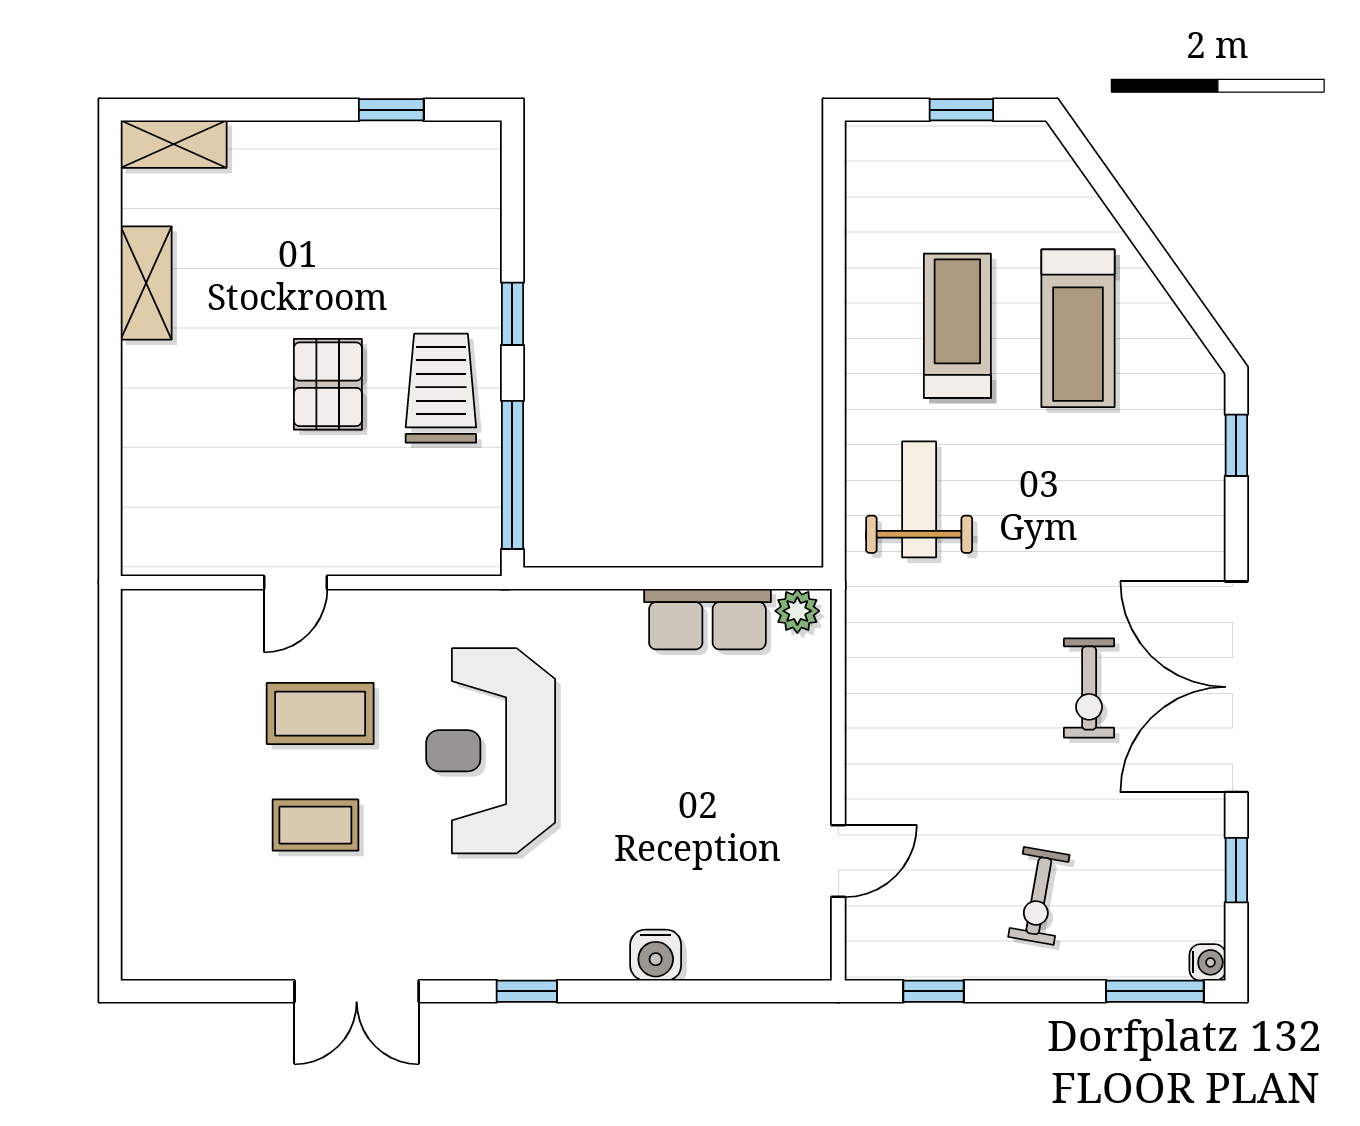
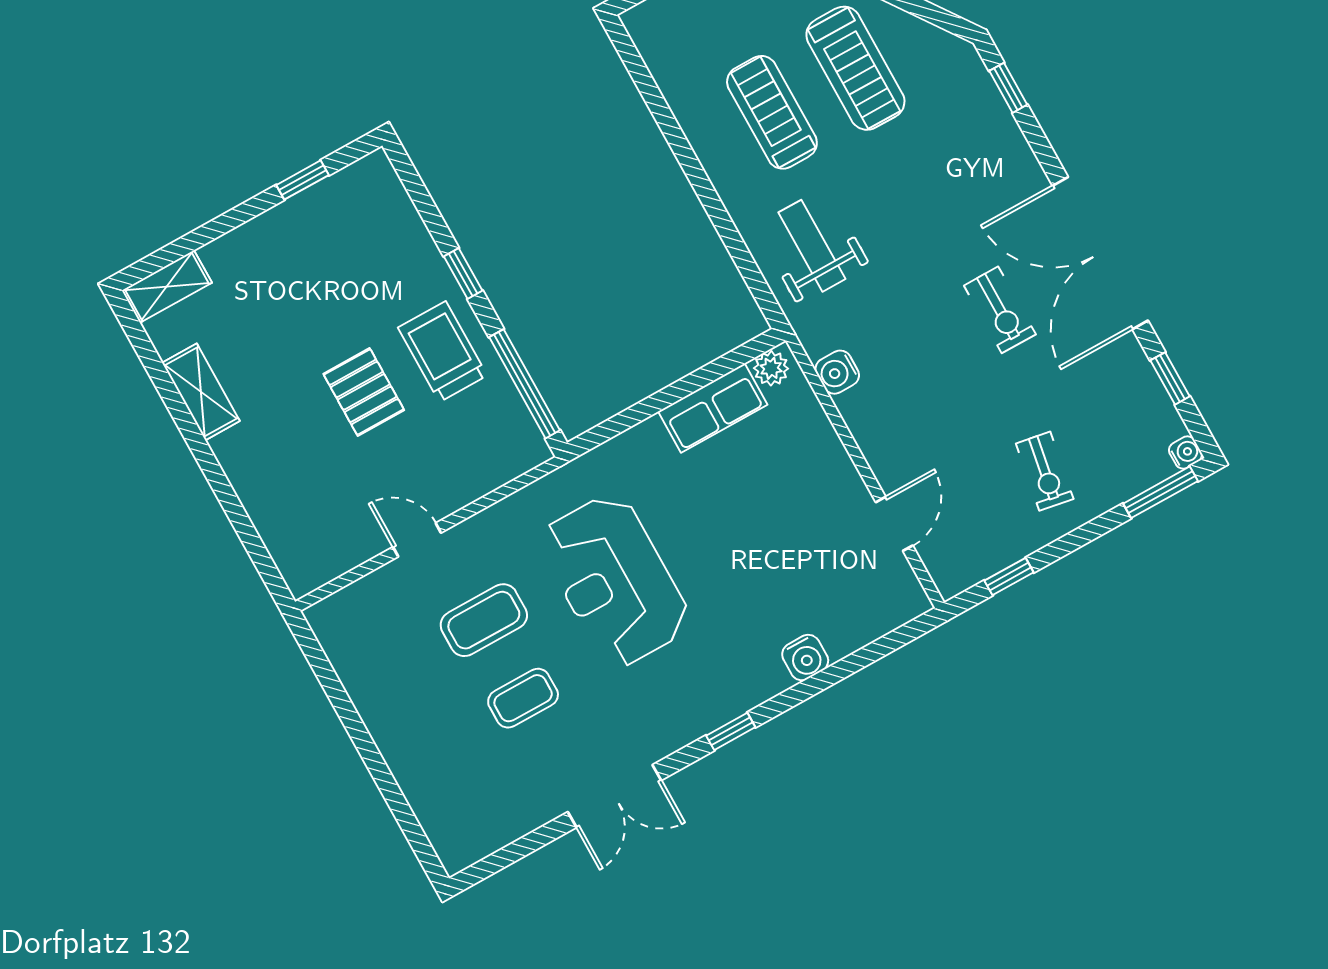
door: (296, 582) -> (417, 540), swing flipped
water cooler: (869, 656) -> (837, 372), added

